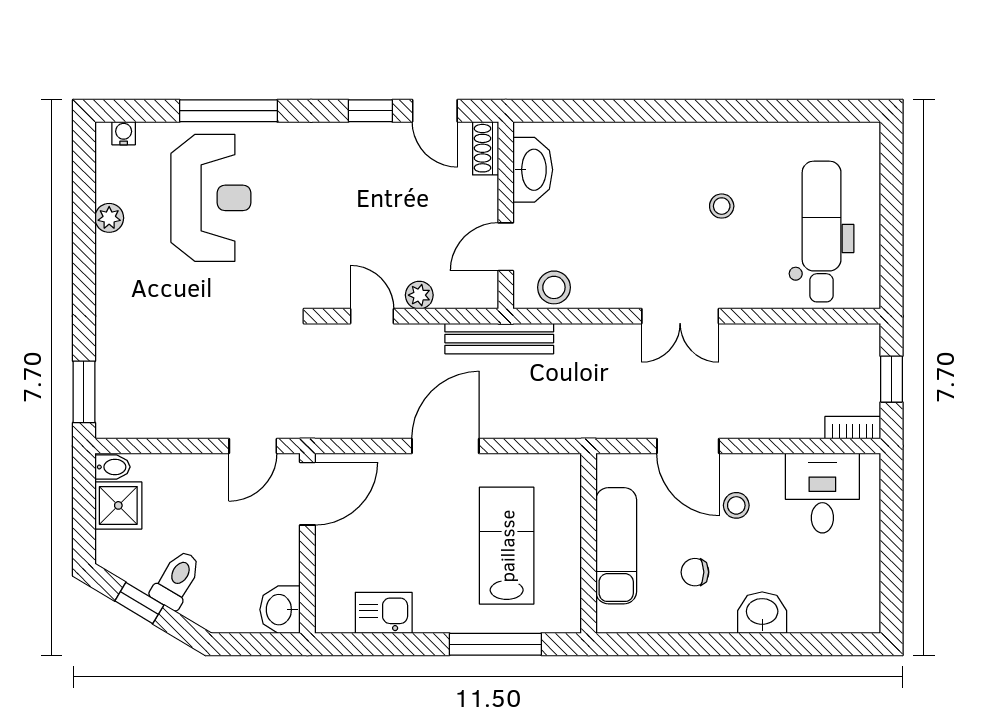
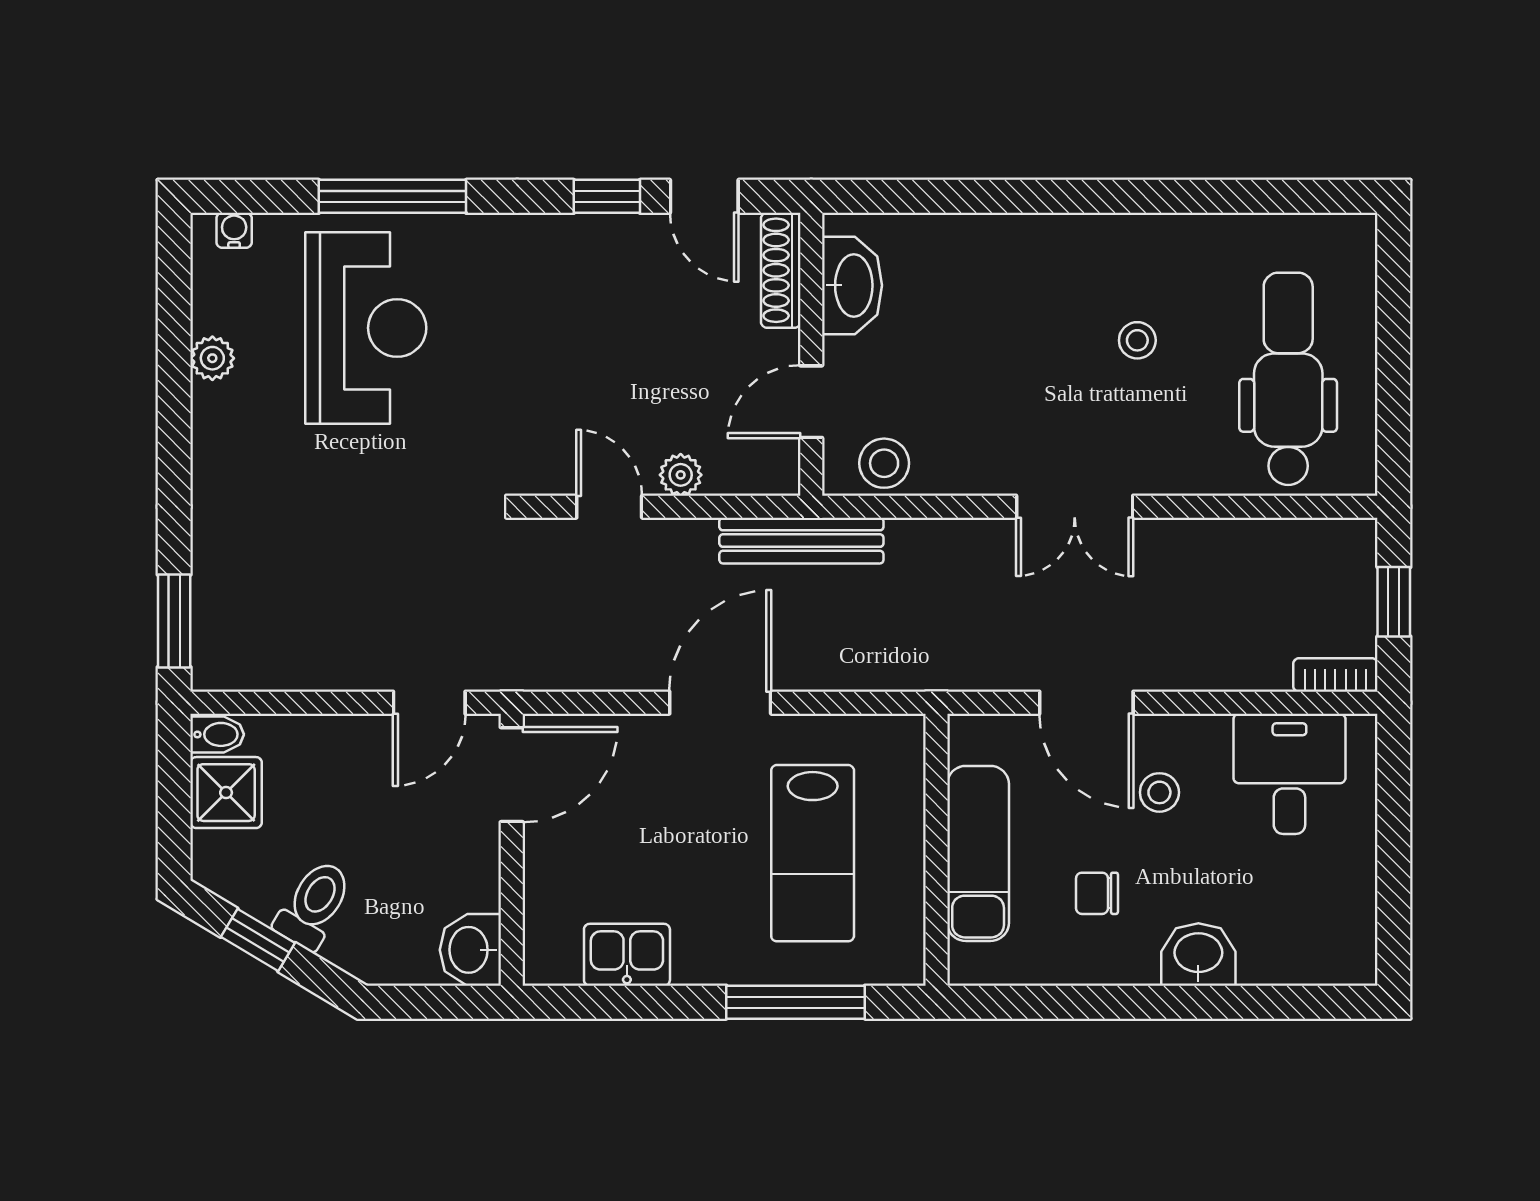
shoe rack: (486, 148) -> (781, 270), width x1.43
lab bench: (507, 546) -> (813, 853), turned 180

